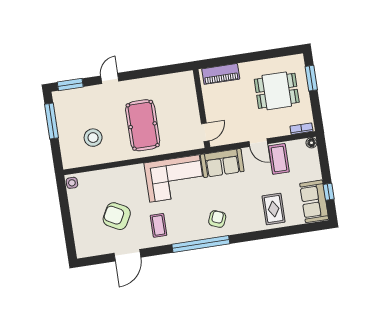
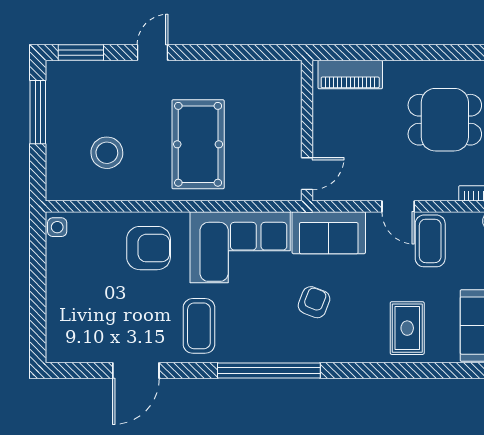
armchair: (117, 216) -> (149, 248), moved, turned 152
armchair: (217, 219) -> (314, 302), moved
coffee table: (158, 225) -> (199, 326), width x1.36, depth x1.30

